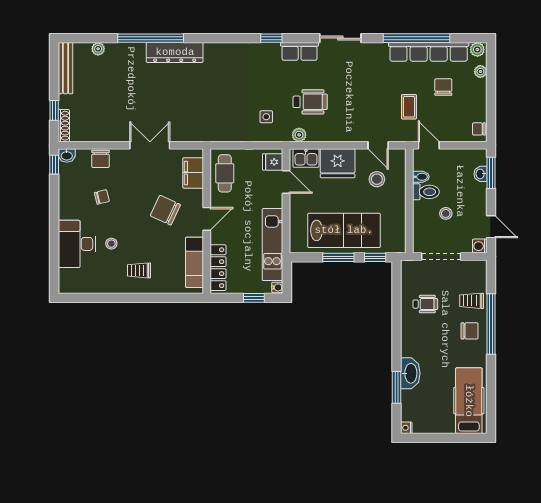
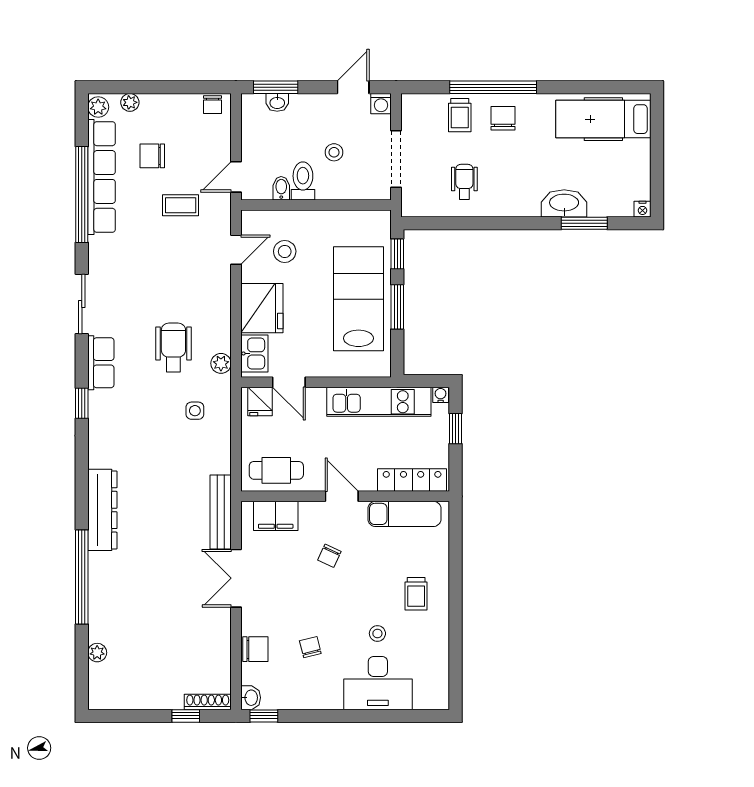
dresser: (175, 52) -> (102, 510), moved
bench: (65, 68) -> (221, 512), moved, turned 90
door: (286, 182) -> (289, 382), swing flipped
chair: (165, 210) -> (329, 556), width x0.54, depth x0.54

